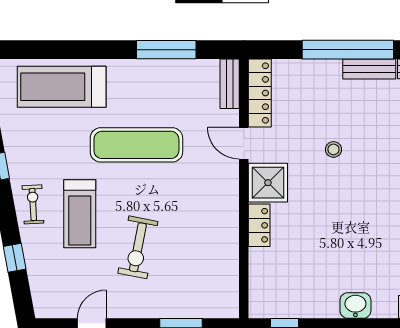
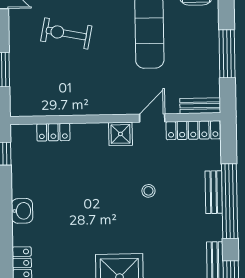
bench: (369, 69) -> (214, 192), moved
shower: (268, 183) -> (120, 134), width x0.73, depth x0.73
locker: (259, 225) -> (53, 132), moved

